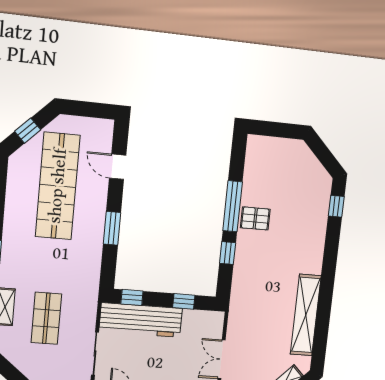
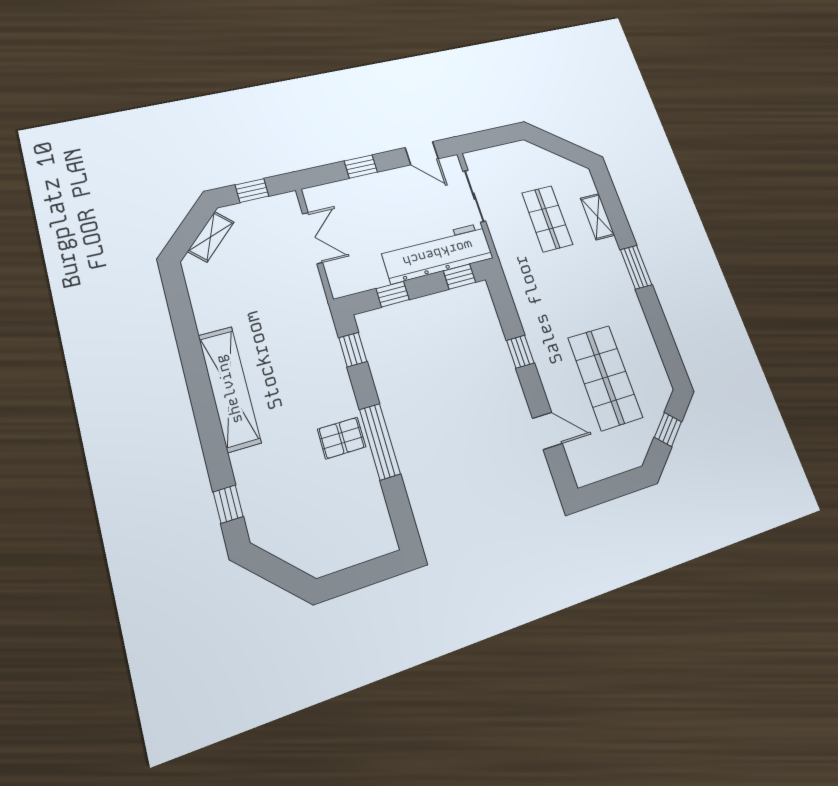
shop shelf: (58, 186) -> (605, 377), width x0.71
window: (112, 228) -> (520, 352), width x0.67
window: (228, 253) -> (353, 350), moved
shelving: (306, 315) -> (229, 389), moved

